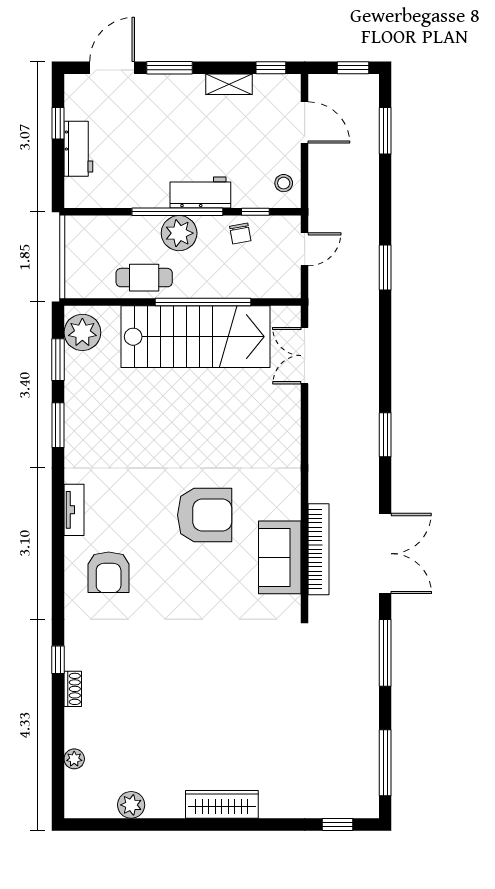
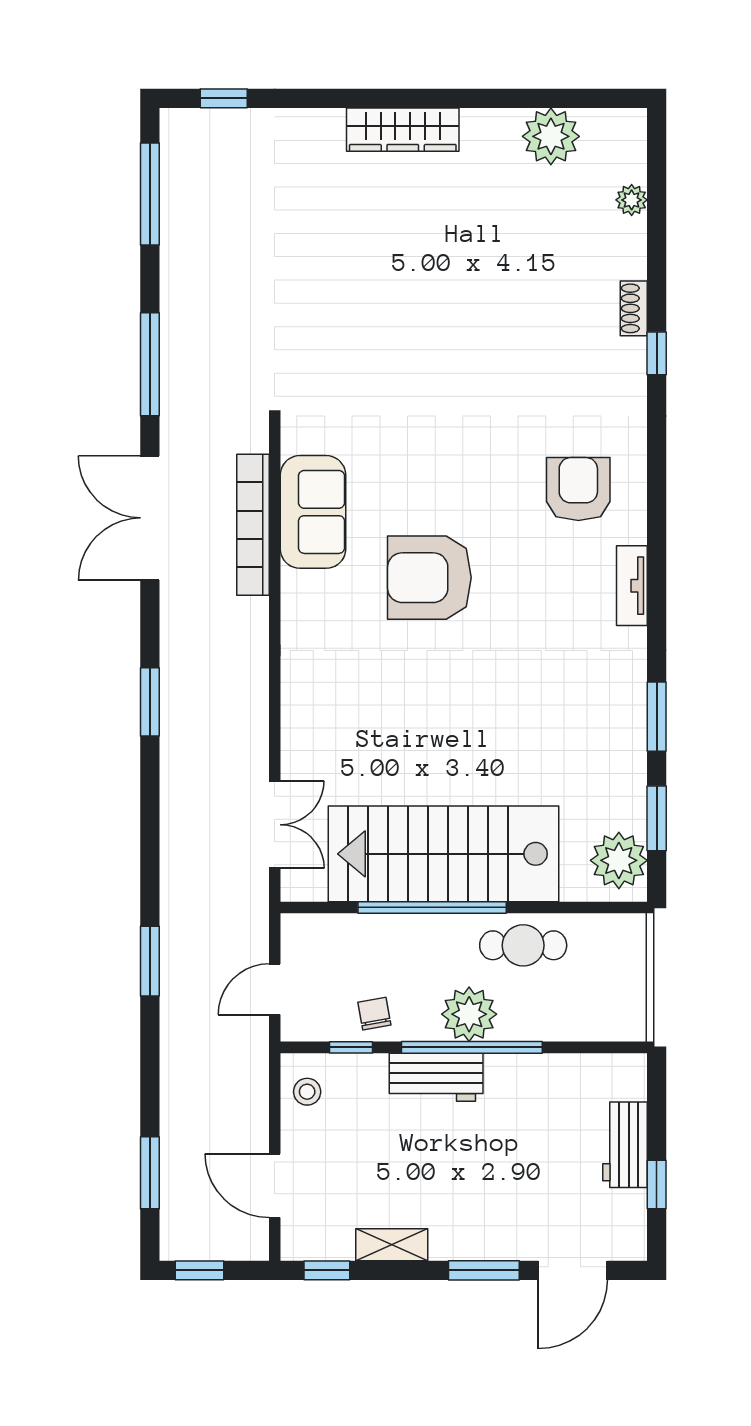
plant: (131, 805) -> (551, 136), width x1.36, depth x1.36

